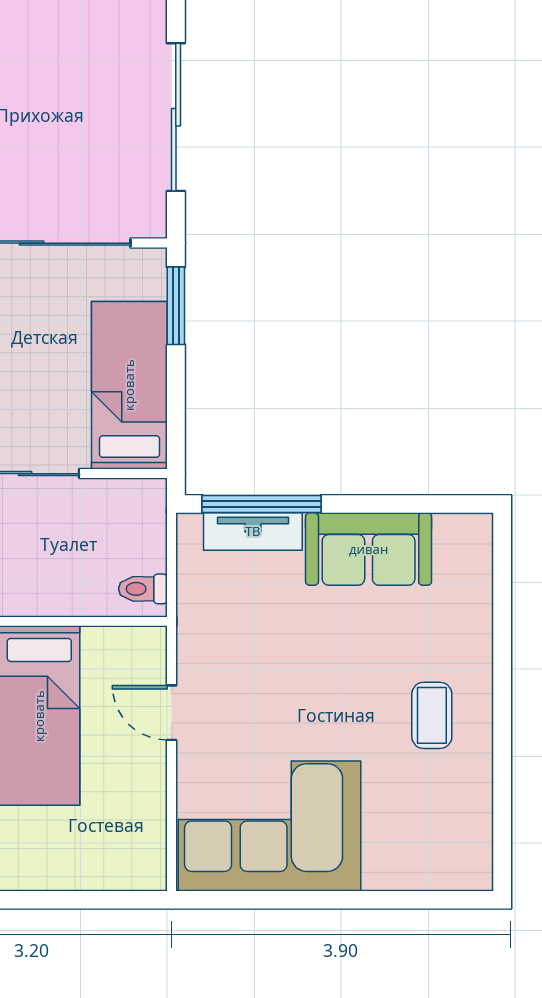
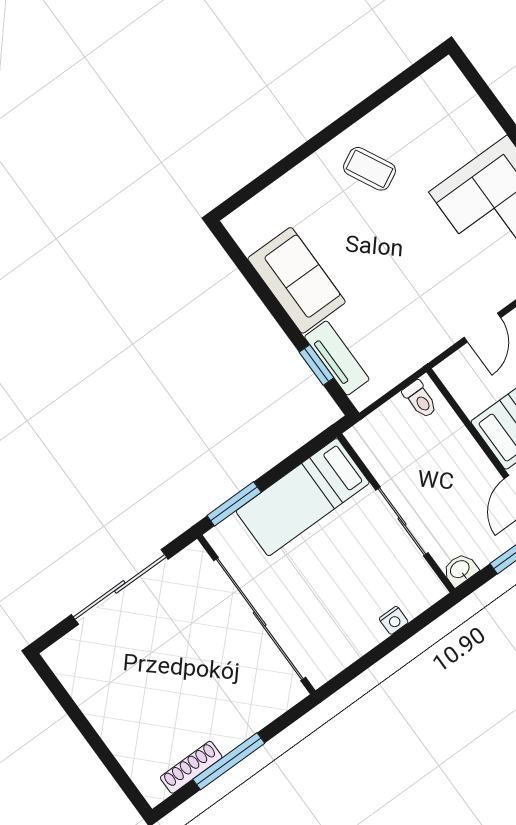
window: (261, 504) -> (316, 365), width x0.46
coffee table: (432, 715) -> (370, 169), turned 63

